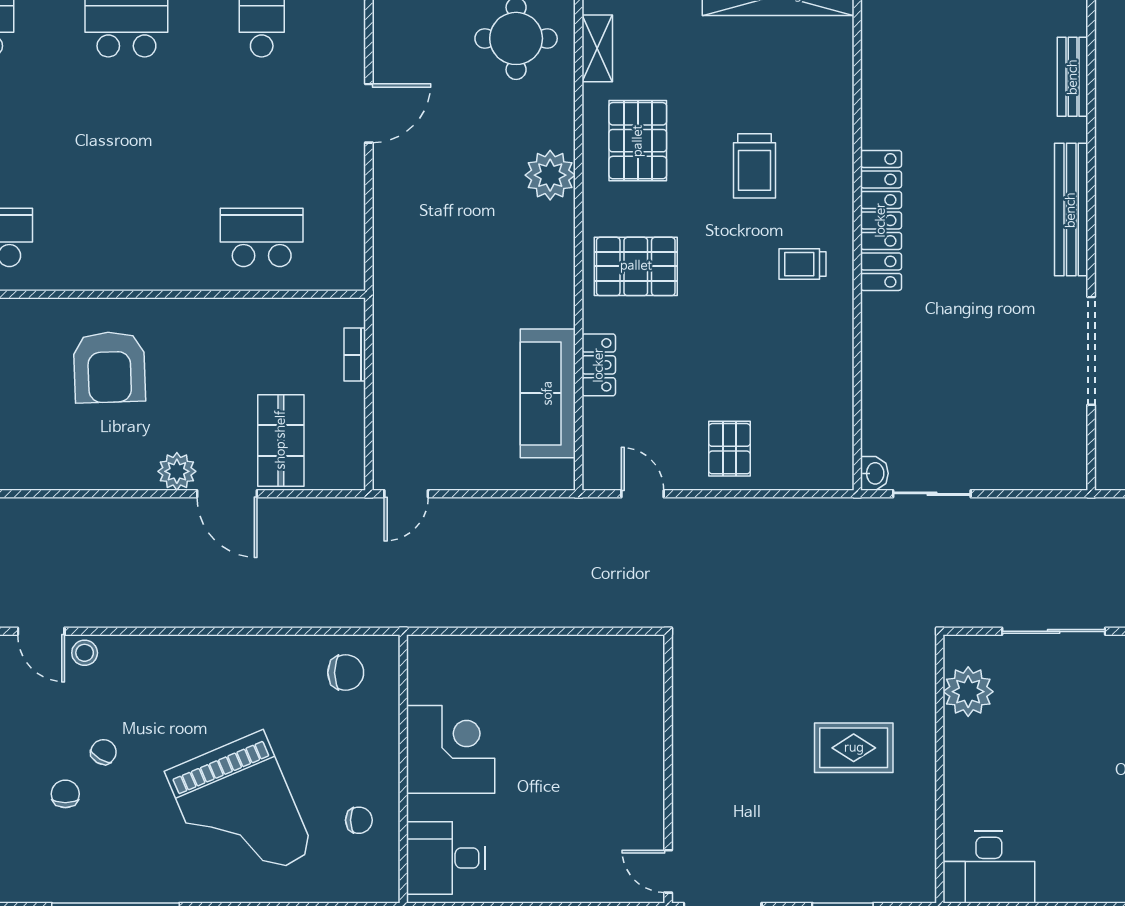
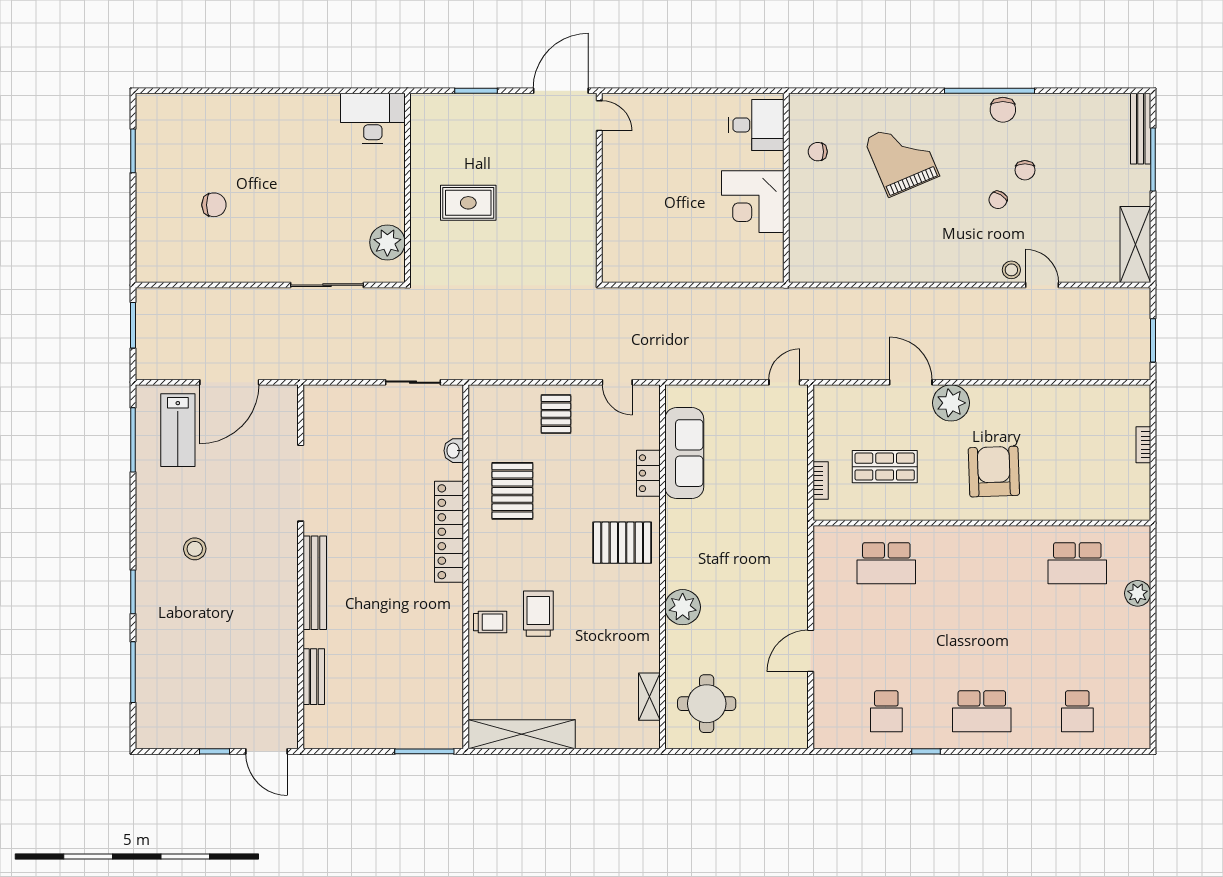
pallet: (638, 141) -> (512, 491), moved
locker: (881, 220) -> (449, 532), moved
trolley: (803, 264) -> (490, 622), moved
shop shelf: (281, 440) -> (885, 467), moved, turned 90
plant: (177, 471) -> (951, 403), width x1.36, depth x1.36
washbasin: (874, 473) -> (454, 451), moved
chair: (346, 673) -> (1003, 110), moved, turned -90
grand piano: (240, 812) -> (902, 157), width x0.73, depth x0.68

